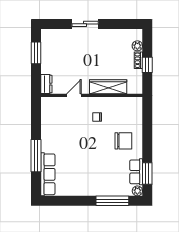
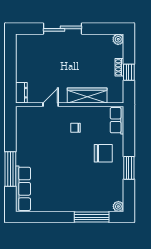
sliding door: (85, 24) -> (62, 29), width x1.37
plant: (137, 46) -> (118, 39), moved
window: (36, 53) -> (10, 59), removed
row of seats: (136, 172) -> (117, 120), moved
window: (147, 173) -> (129, 168), moved

